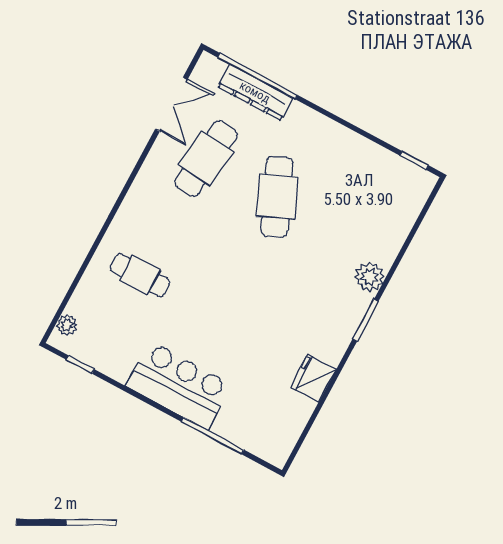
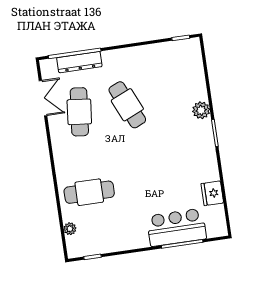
cafe table: (140, 275) -> (89, 192), width x1.37, depth x1.35
plant: (67, 325) -> (70, 229), moved
fridge: (313, 378) -> (212, 193), moved
bar counter: (179, 385) -> (177, 227), moved

